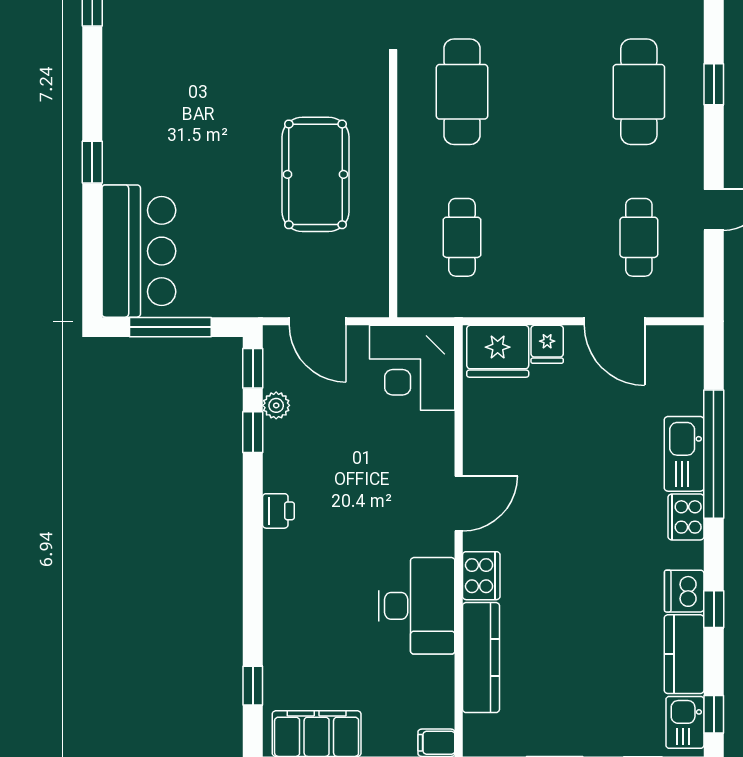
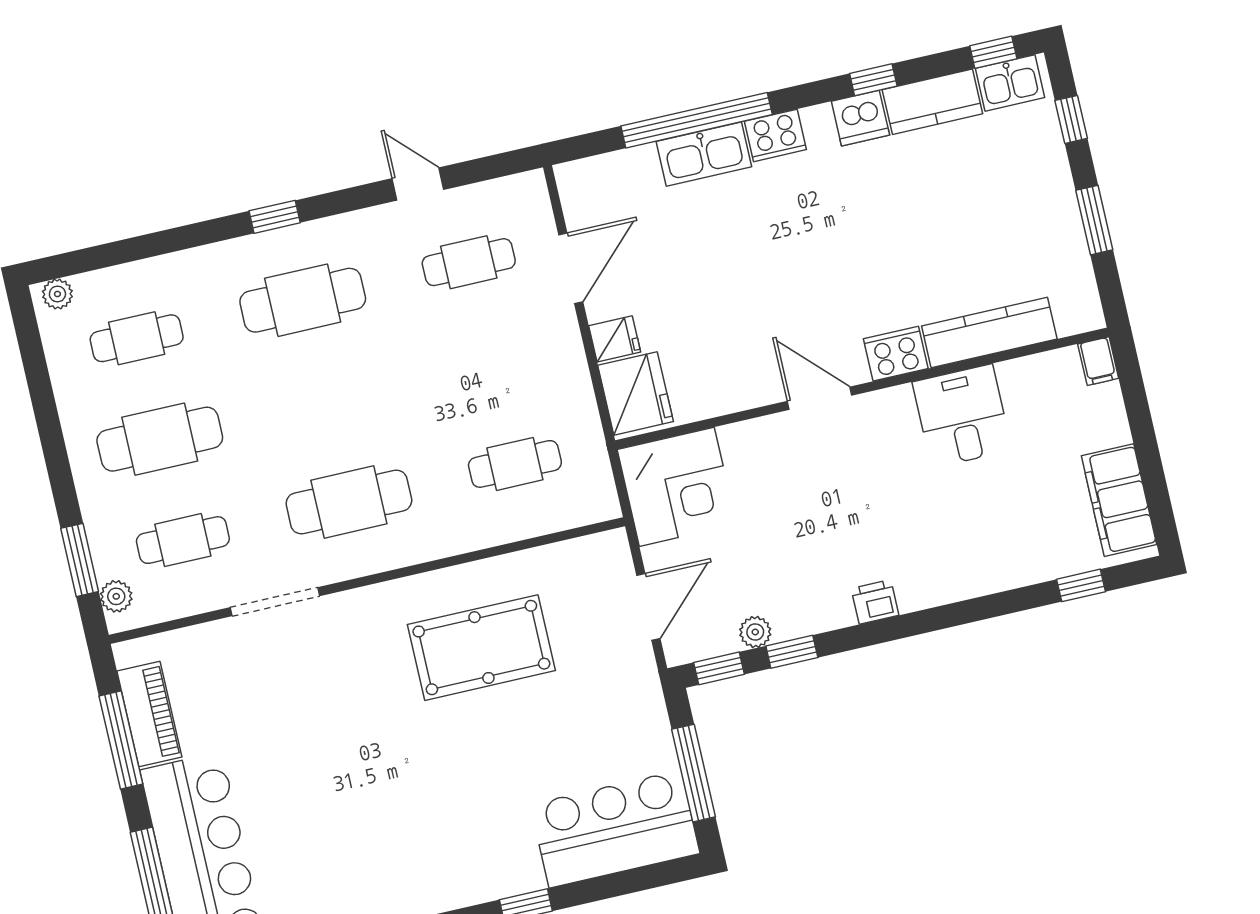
desk: (417, 606) -> (962, 416), width x0.73

